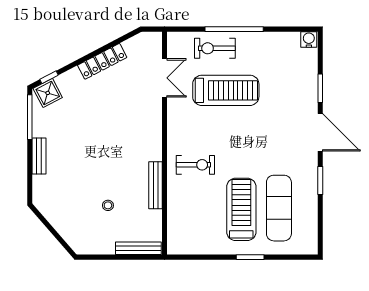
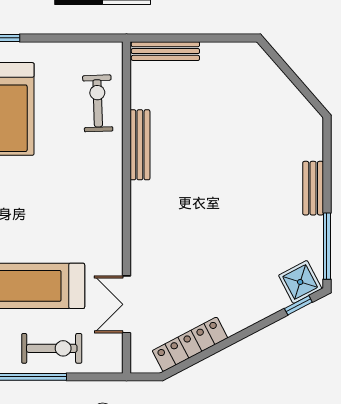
locker: (102, 61) -> (190, 344), moved
exercise bike: (195, 165) -> (98, 103), moved, turned 88
stool: (108, 205) -> (211, 115), removed

